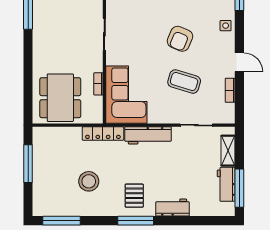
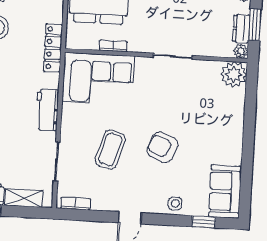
bookcase: (230, 90) -> (76, 203), moved
workbench: (148, 135) -> (47, 110), width x0.73

